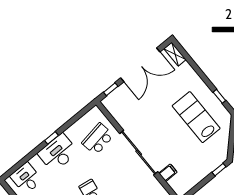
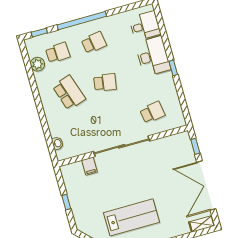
school desk: (98, 139) -> (152, 112), width x0.54
desk: (58, 153) -> (153, 56), moved
window: (219, 170) -> (66, 202), moved

